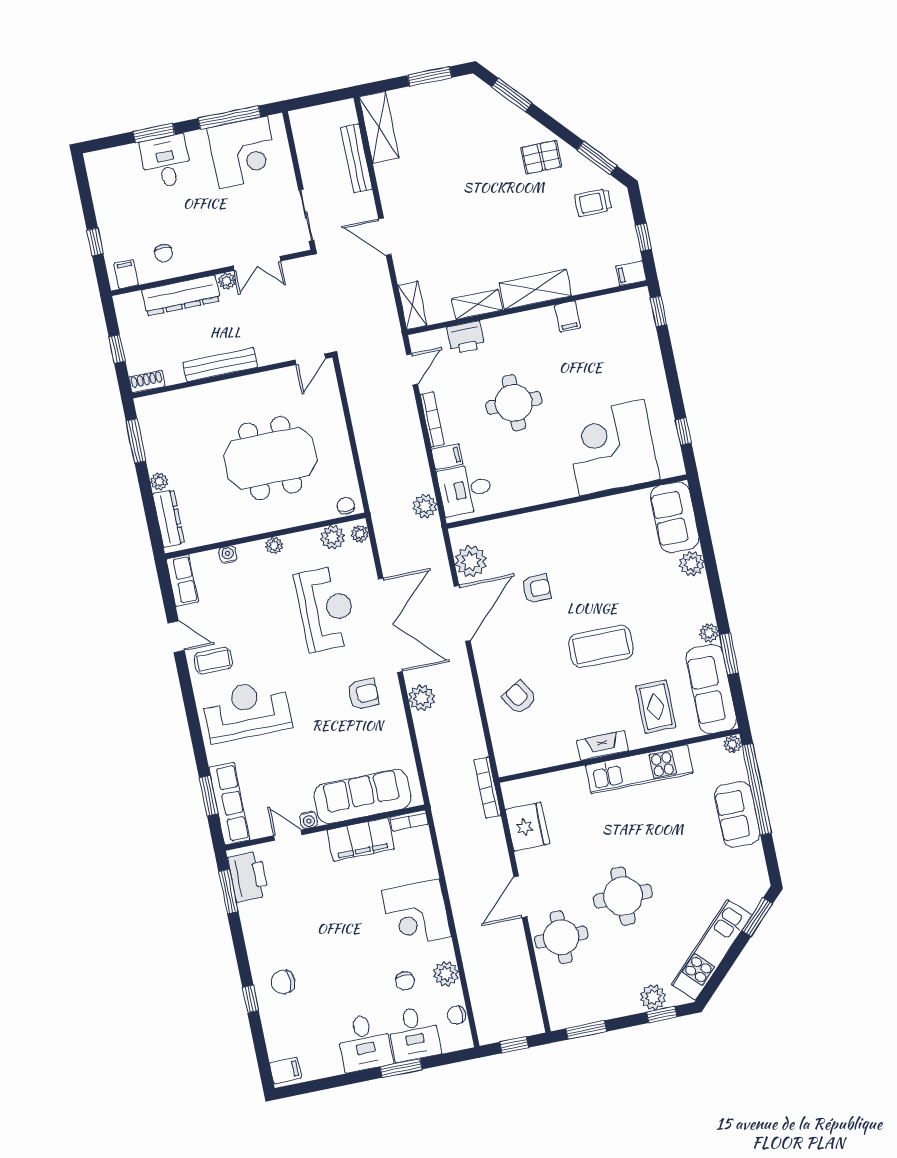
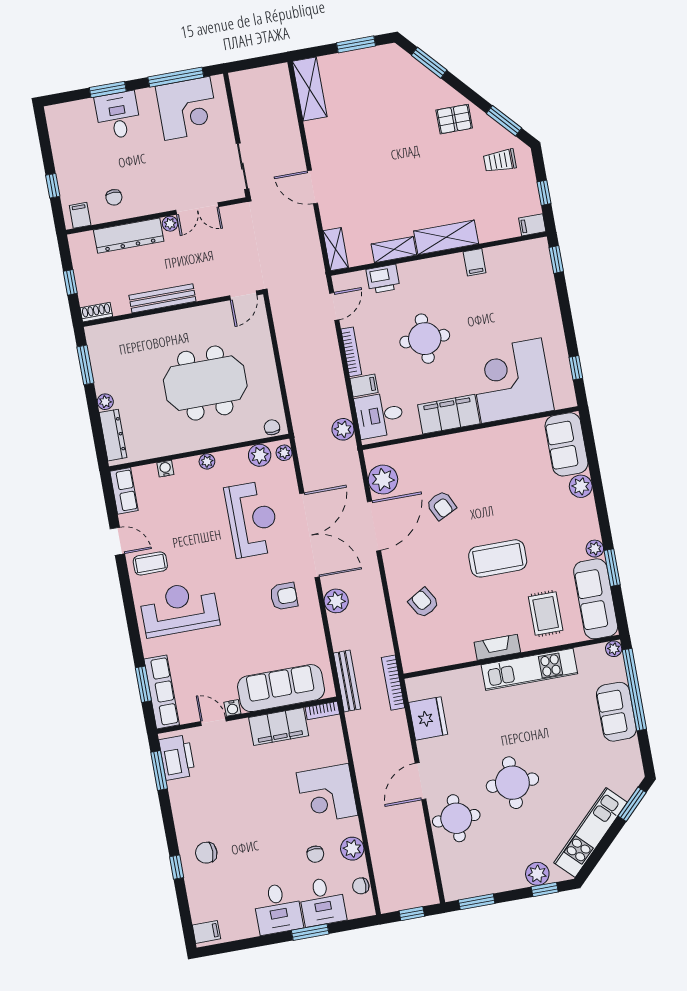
bench: (356, 158) -> (347, 681), moved
filing cabinet: (543, 487) -> (449, 414), added
armchair: (537, 589) -> (441, 505), turned 64

